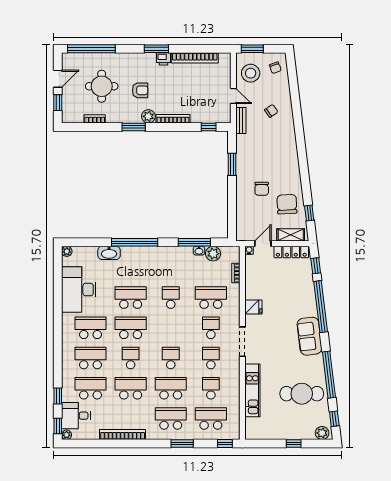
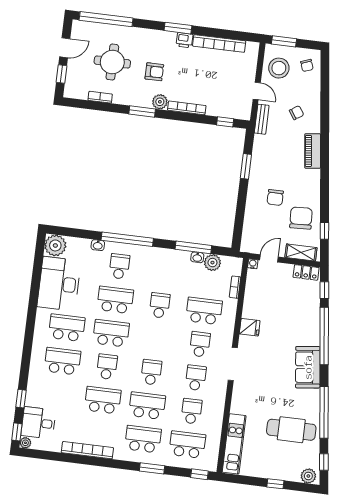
piano: (290, 143) -> (313, 151), added
plant: (67, 251) -> (55, 245), width x1.88, depth x1.88
locker: (291, 252) -> (306, 272), width x0.66
washbasin: (109, 253) -> (98, 245), width x0.52, depth x0.69
school desk: (90, 388) -> (119, 266), moved, width x0.54
kitchen unit: (252, 390) -> (234, 444), moved

